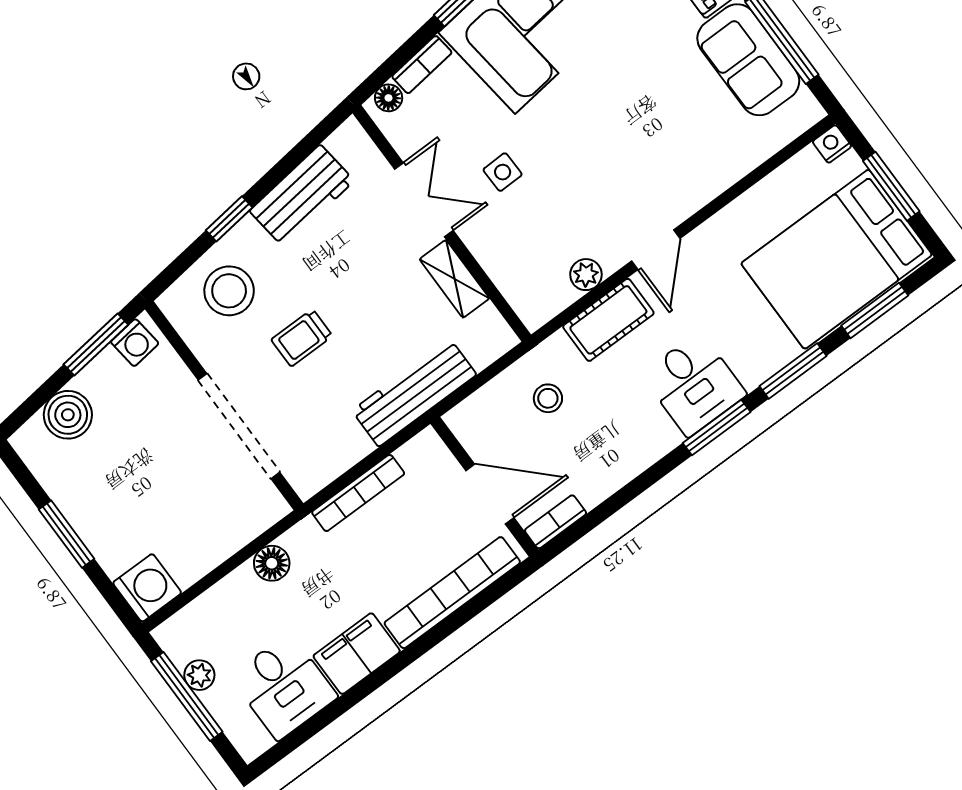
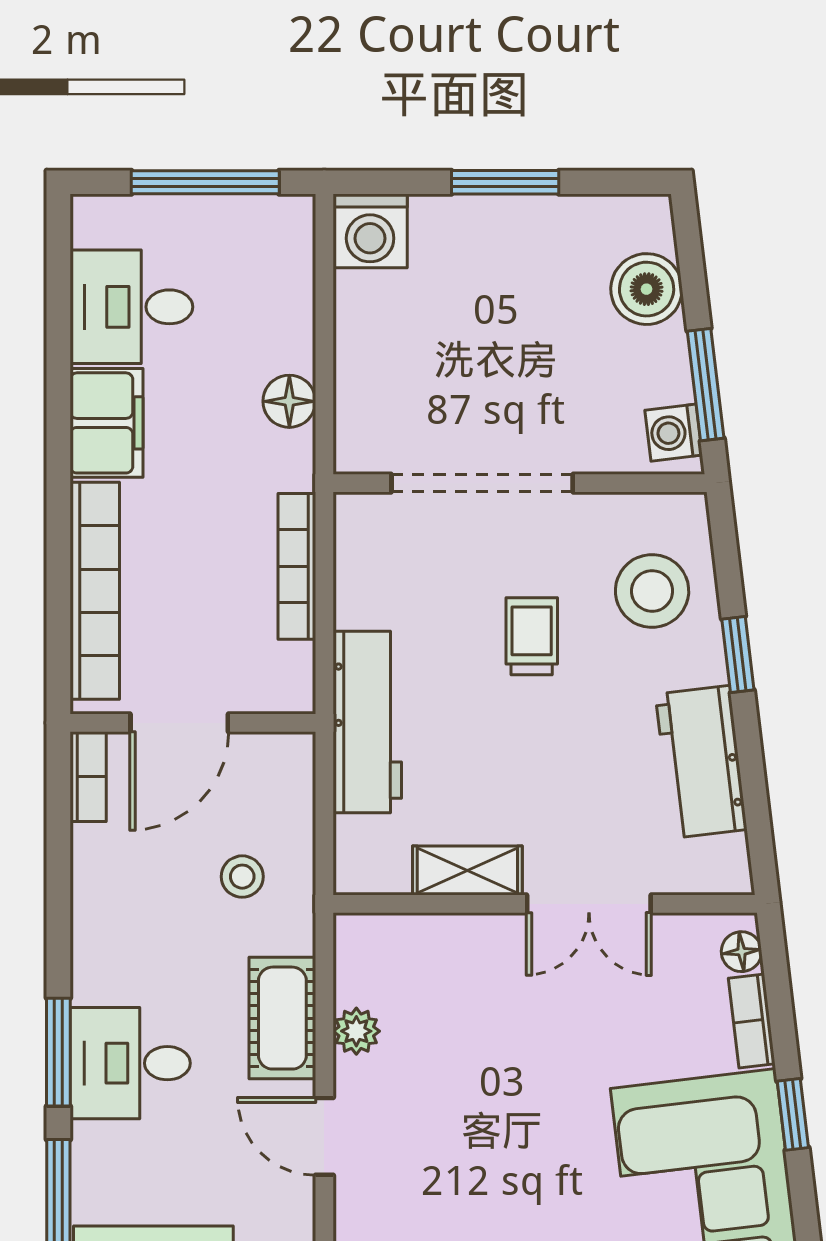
side table: (503, 172) -> (552, 1022), removed
plant: (199, 675) -> (220, 216), removed

